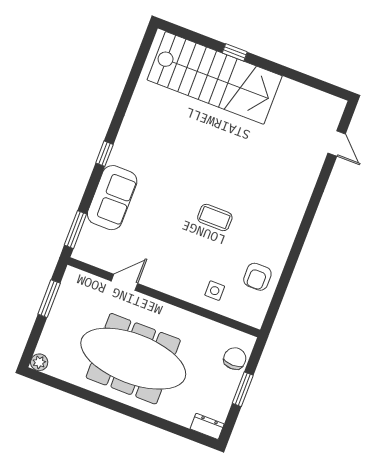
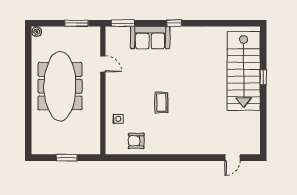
chair: (235, 359) -> (83, 146), removed
dresser: (207, 426) -> (37, 145), removed

